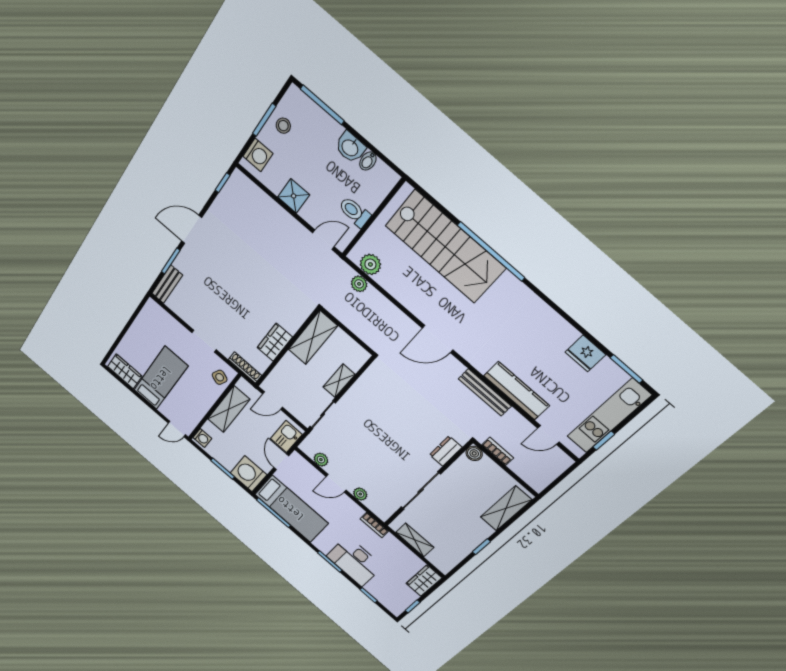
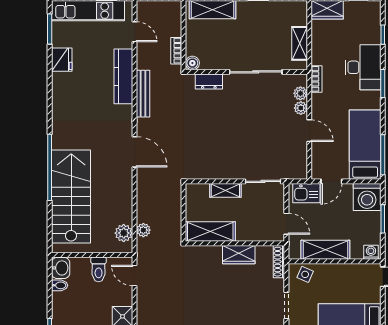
washbasin: (350, 147) -> (61, 268), moved
plant: (321, 460) -> (300, 93), moved

